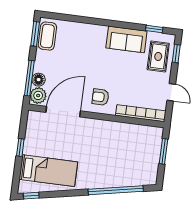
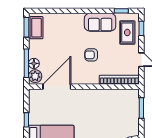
armchair: (100, 97) -> (91, 55), moved

